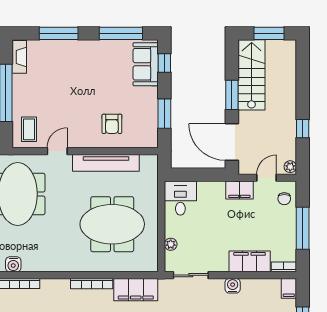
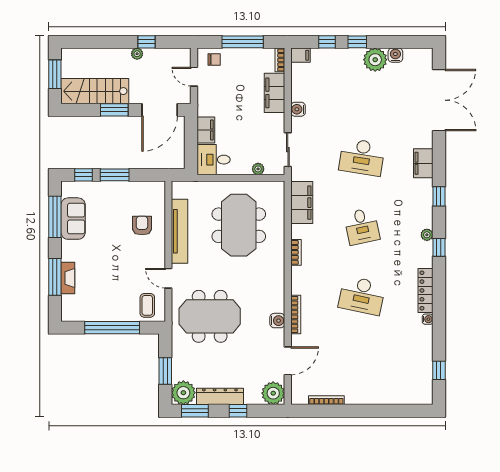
fireplace: (19, 57) -> (68, 278), moved, turned 90
sofa: (146, 64) -> (73, 219), moved, turned -90
window: (164, 114) -> (115, 175), moved
armchair: (112, 124) -> (142, 226), turned -90
coffee table: (29, 129) -> (147, 305), turned 90
plant: (290, 167) -> (137, 54), moved
filing cabinet: (239, 190) -> (206, 130), moved
bookcase: (92, 284) -> (296, 252), width x0.64

